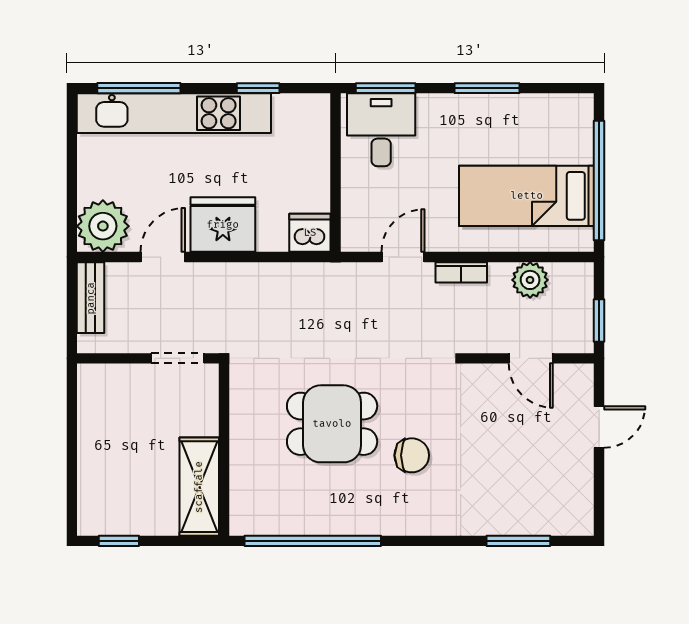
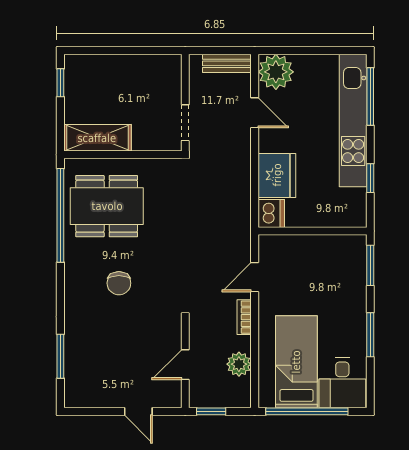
desk: (381, 130) -> (342, 383), moved, turned 90
fridge: (223, 225) -> (277, 175), moved
door: (403, 257) -> (255, 277), swing flipped
dining table: (332, 424) -> (107, 206), moved, width x1.38

